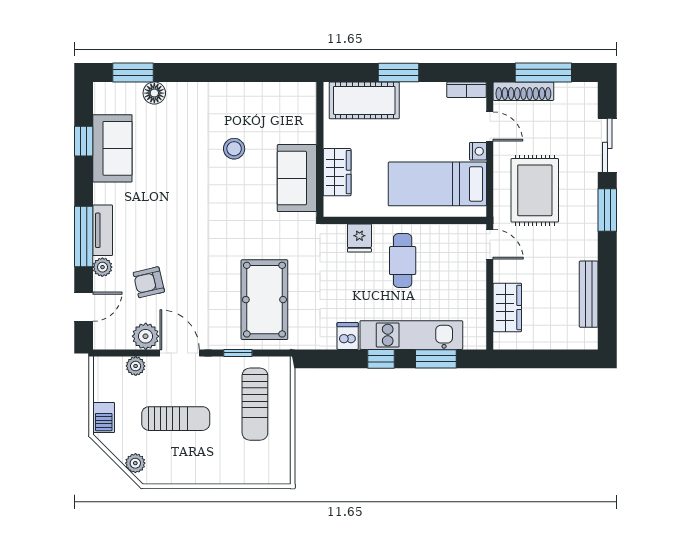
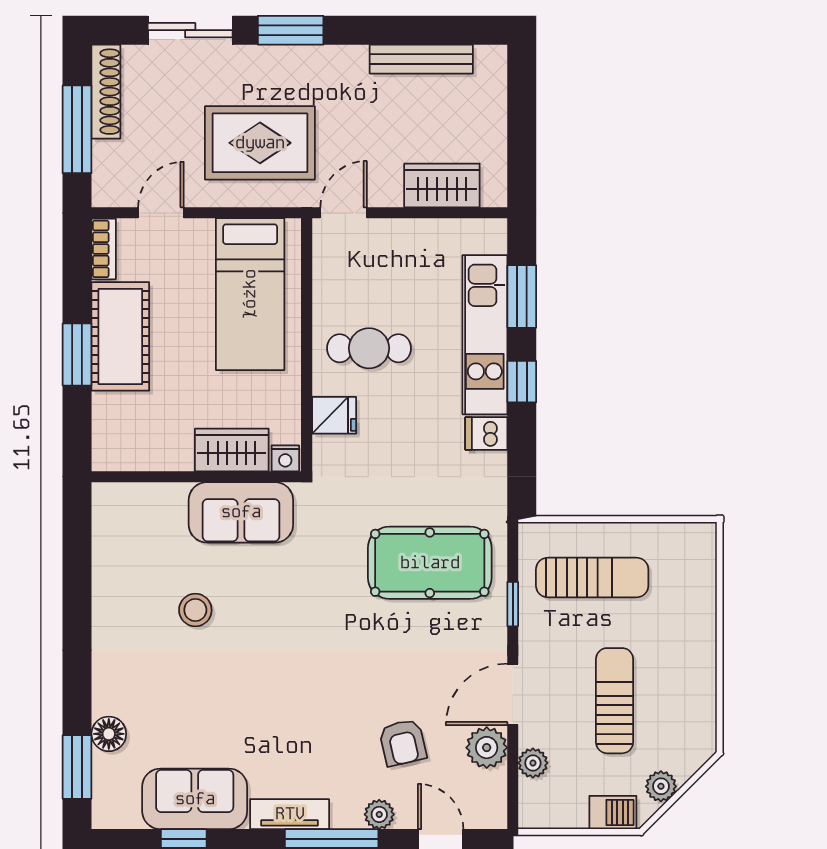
shoe rack: (523, 91) -> (106, 92), moved
cot: (364, 100) -> (120, 336), moved
nightstand: (478, 151) -> (285, 458), moved, turned 180
tv unit: (103, 230) -> (290, 814), moved
plant: (135, 463) -> (661, 786), moved

